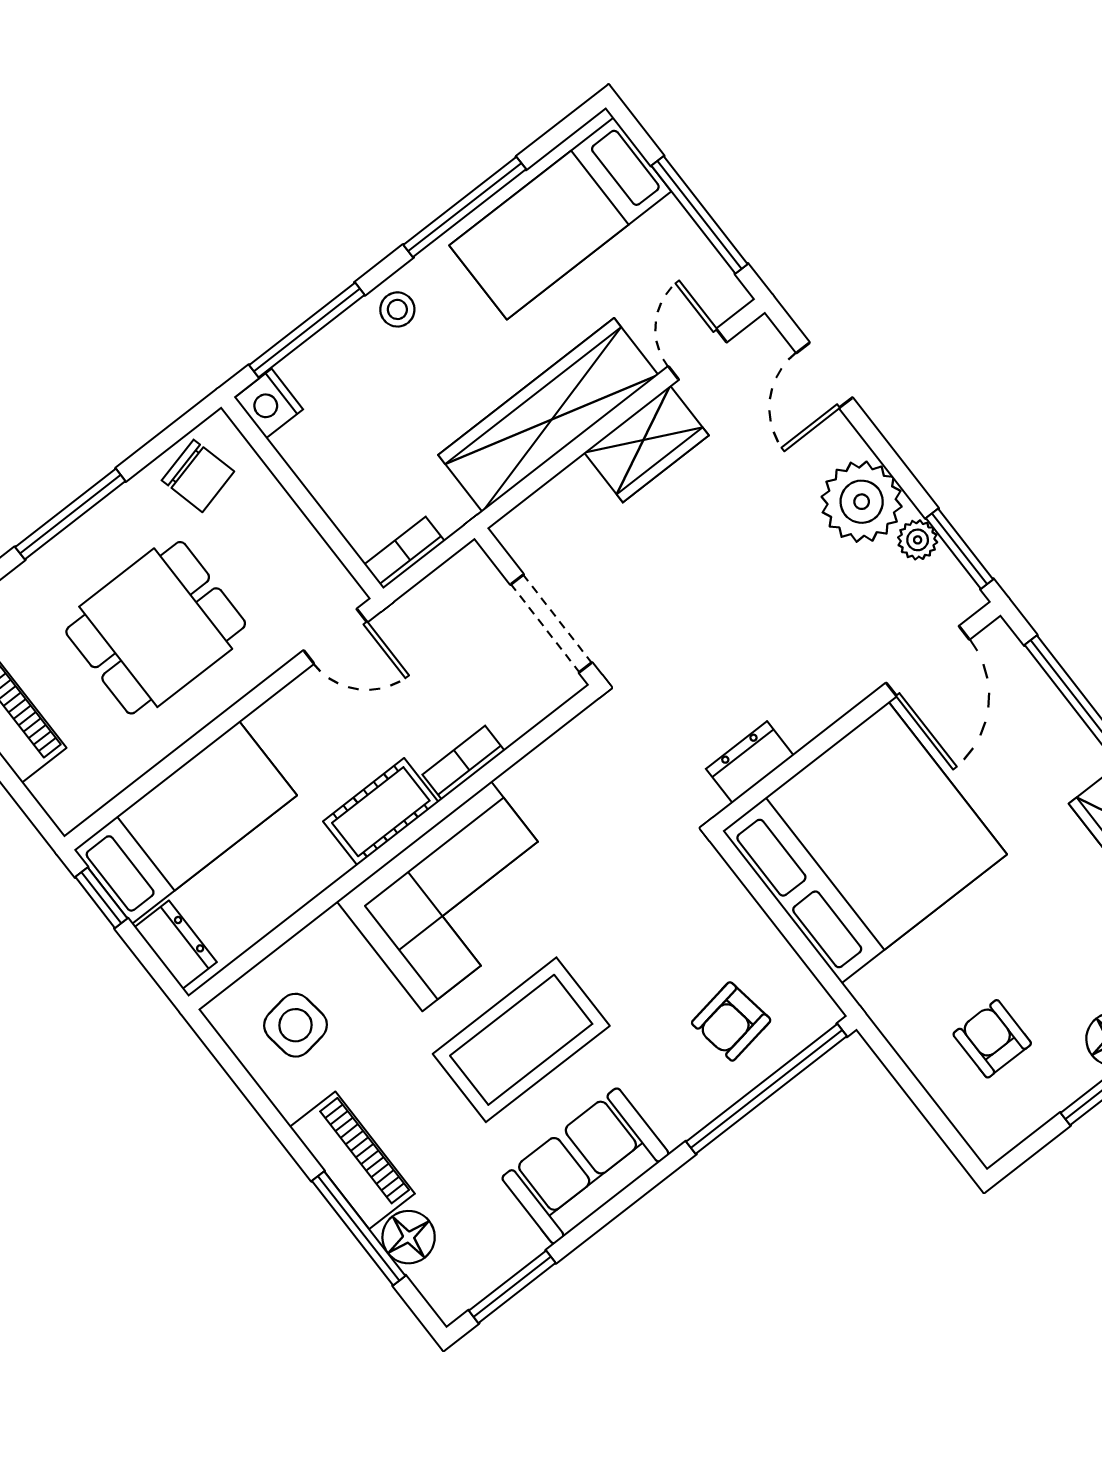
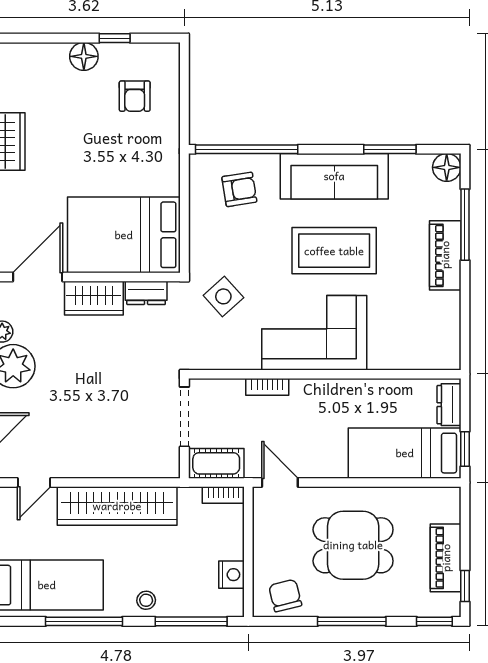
nightstand: (269, 403) -> (231, 575), moved
wardrobe: (646, 444) -> (94, 298), moved, turned 180
cot: (381, 812) -> (216, 463), moved
bed: (865, 843) -> (124, 235), width x0.73
side table: (296, 1025) -> (223, 296), moved, turned -34
sofa: (585, 1166) -> (334, 176), width x1.36
floor lamp: (409, 1237) -> (447, 167), moved
window: (512, 1287) -> (390, 149), moved

